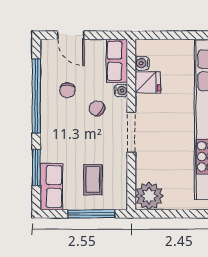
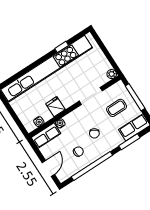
fridge: (148, 82) -> (55, 107), moved
chair: (97, 108) -> (94, 133), moved
doorway: (131, 132) -> (91, 96), moved
plant: (149, 196) -> (112, 74), width x0.53, depth x0.53

